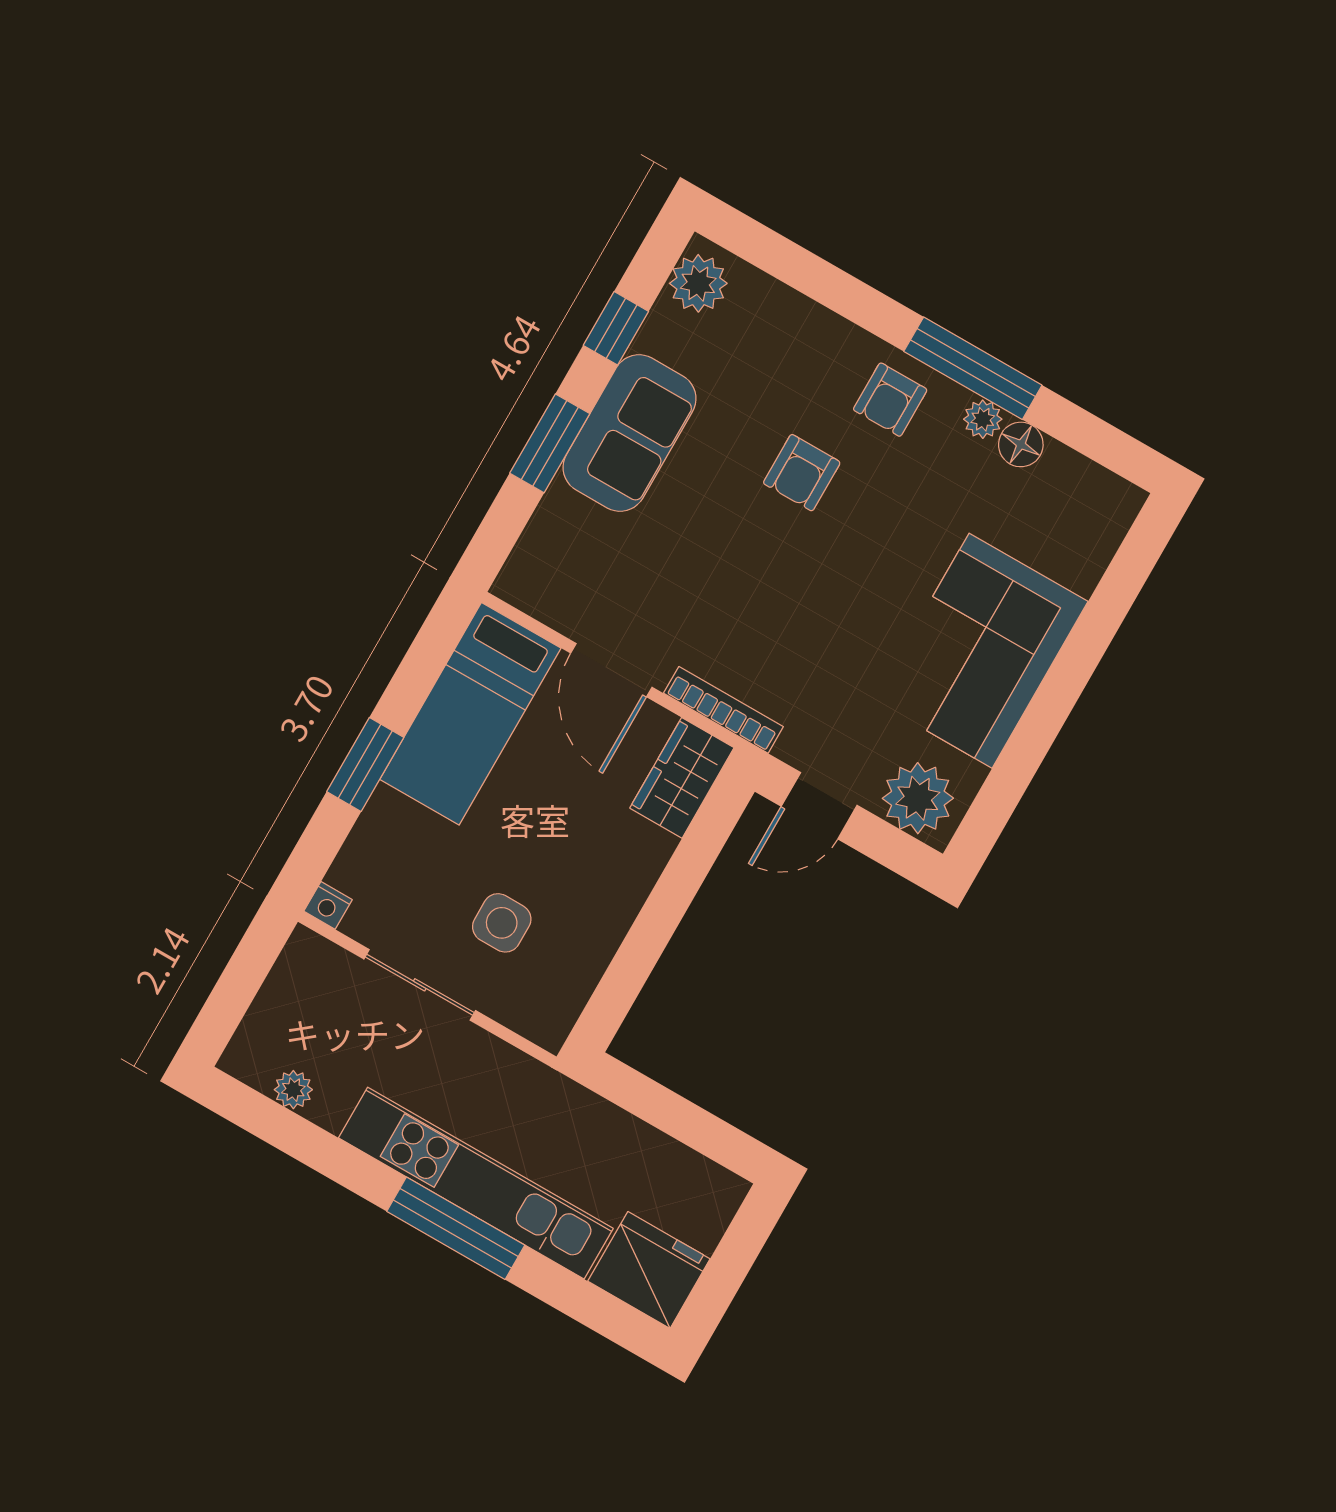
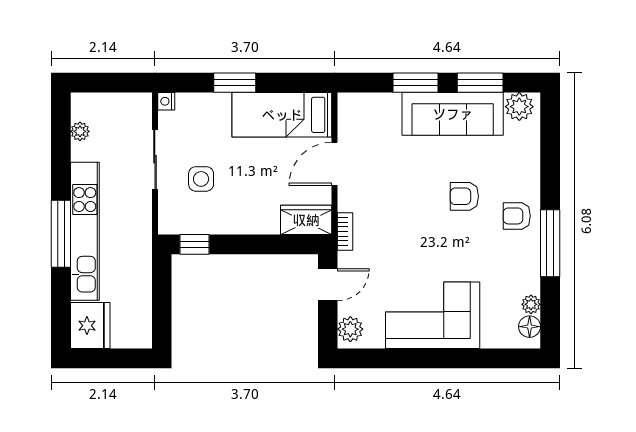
window: (616, 328) -> (480, 83), width x1.50
plant: (983, 419) -> (531, 304), moved
sofa: (630, 433) -> (453, 114), width x1.36
floor lamp: (1021, 444) -> (530, 327), moved
bookcase: (723, 710) -> (345, 231), width x0.64
plant: (918, 798) -> (350, 329), width x0.73, depth x0.73
door: (819, 806) -> (328, 285), swing flipped
window: (611, 1002) -> (194, 244), added

